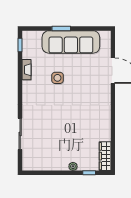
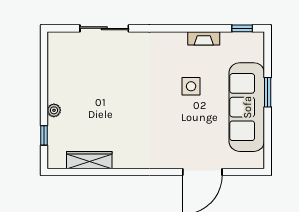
wardrobe: (105, 156) -> (89, 160), moved

